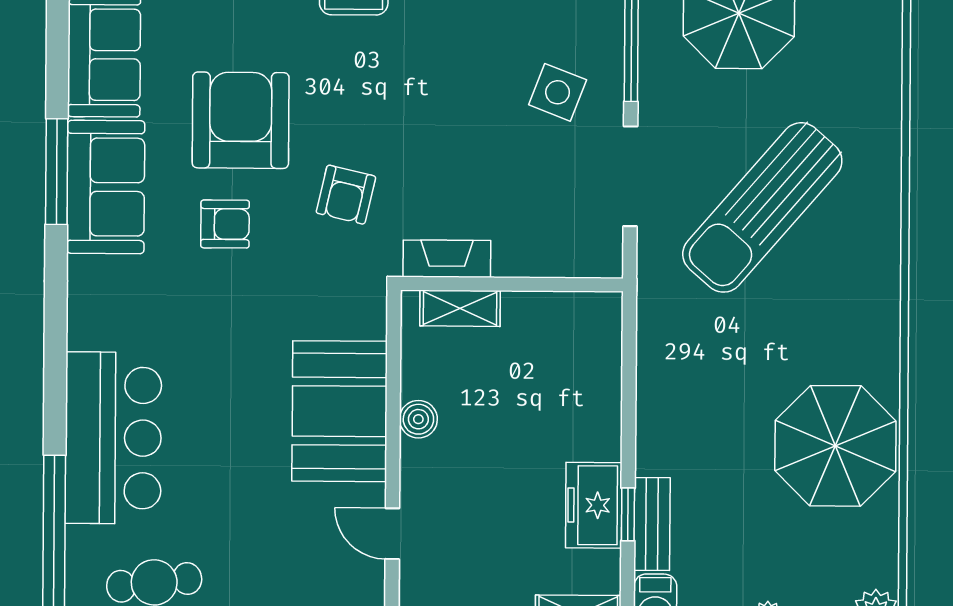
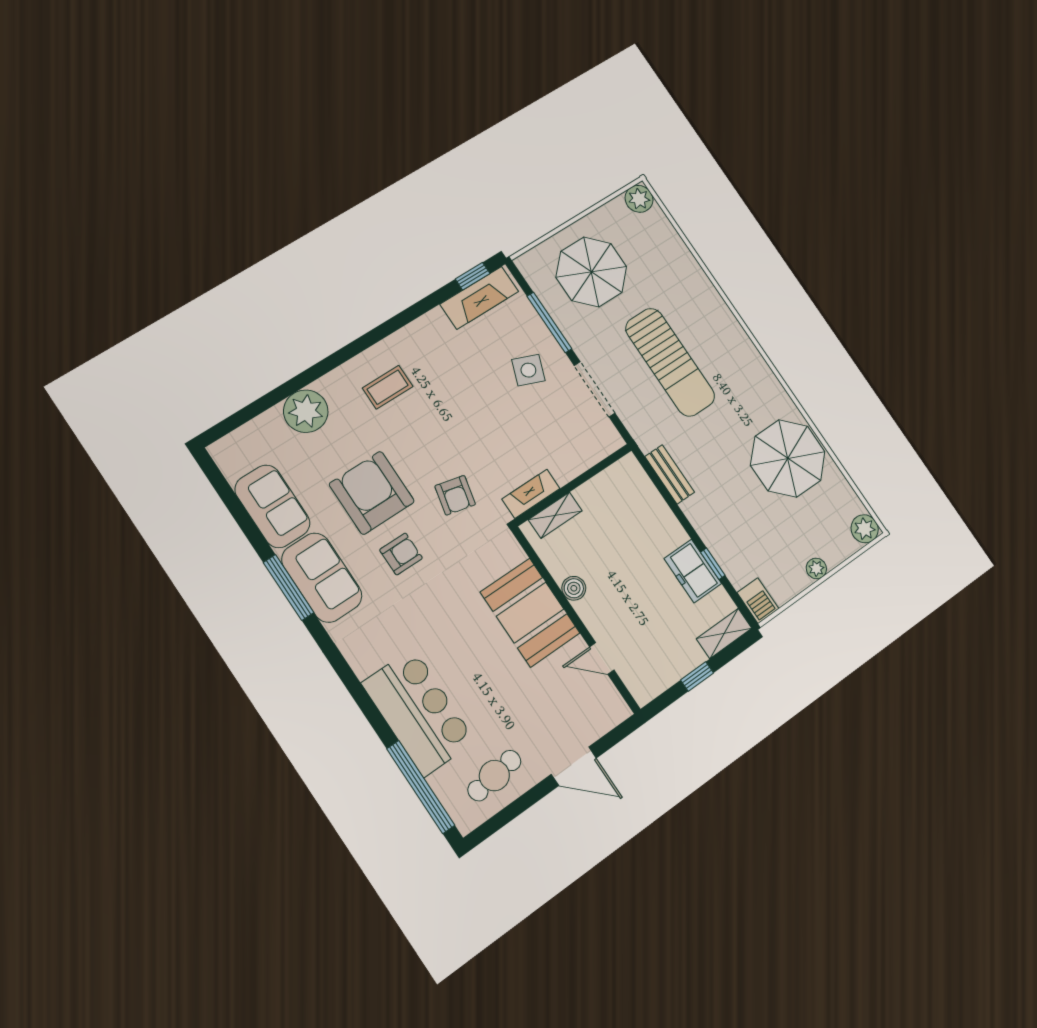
sun lounger: (762, 207) -> (670, 362), turned -41
bench: (652, 524) -> (670, 474), moved

